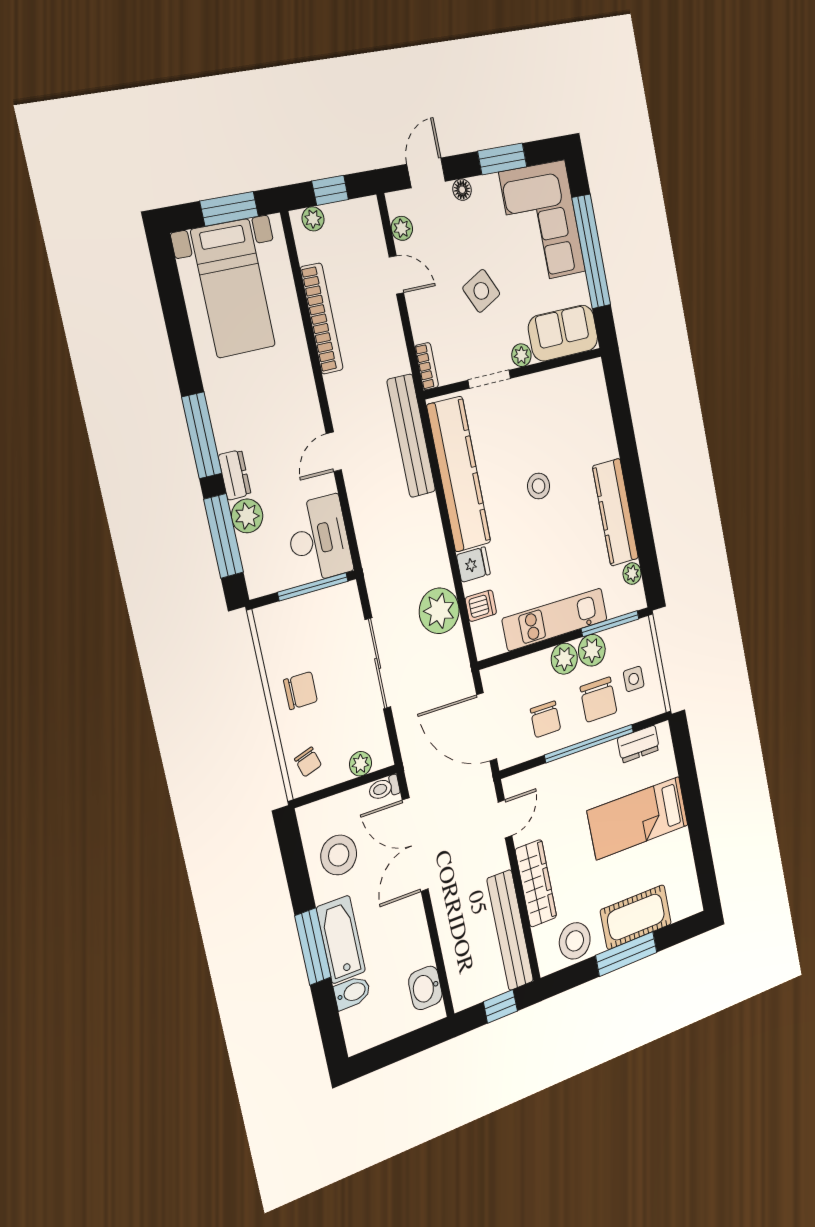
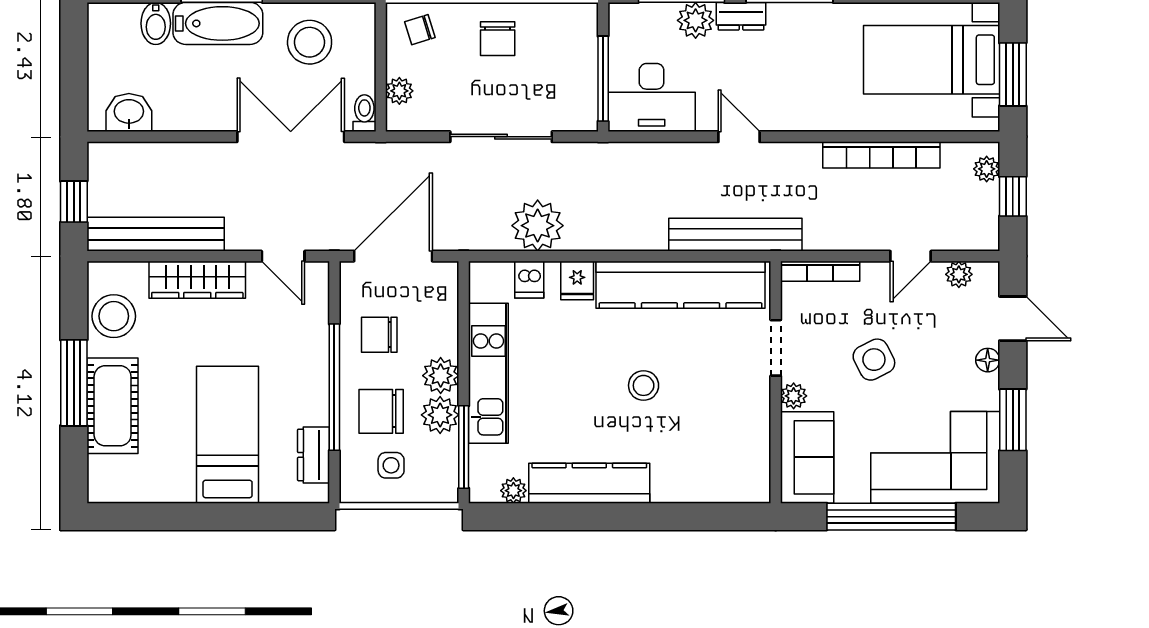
bookcase: (427, 366) -> (820, 271), width x1.56

